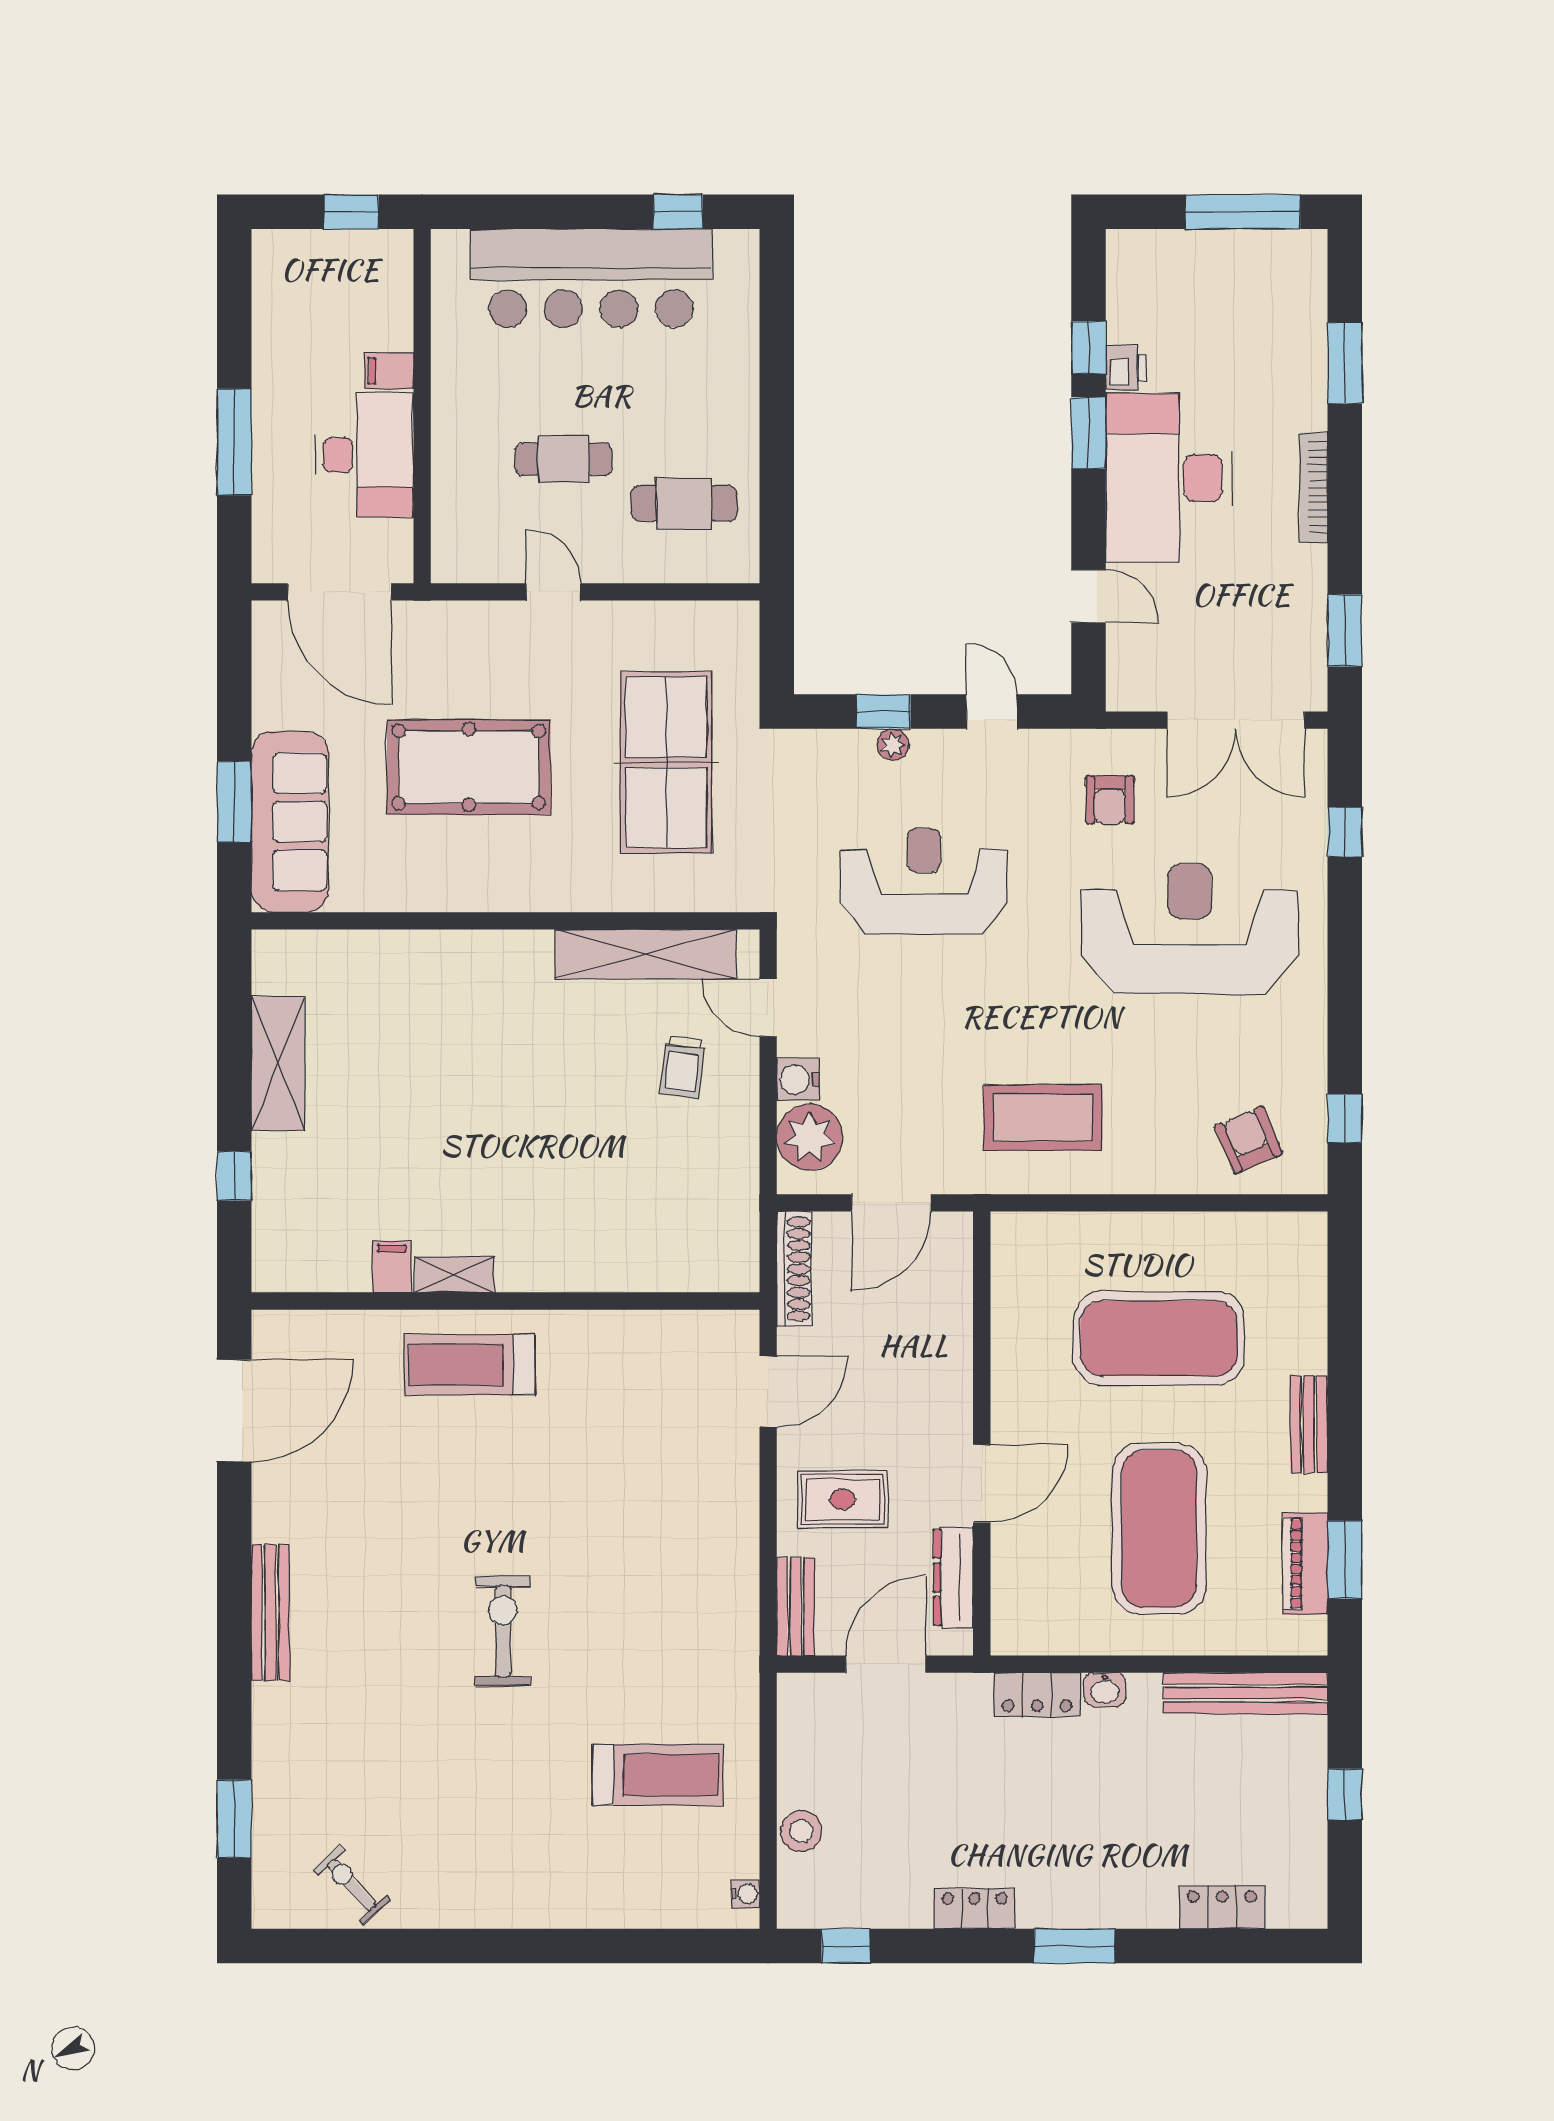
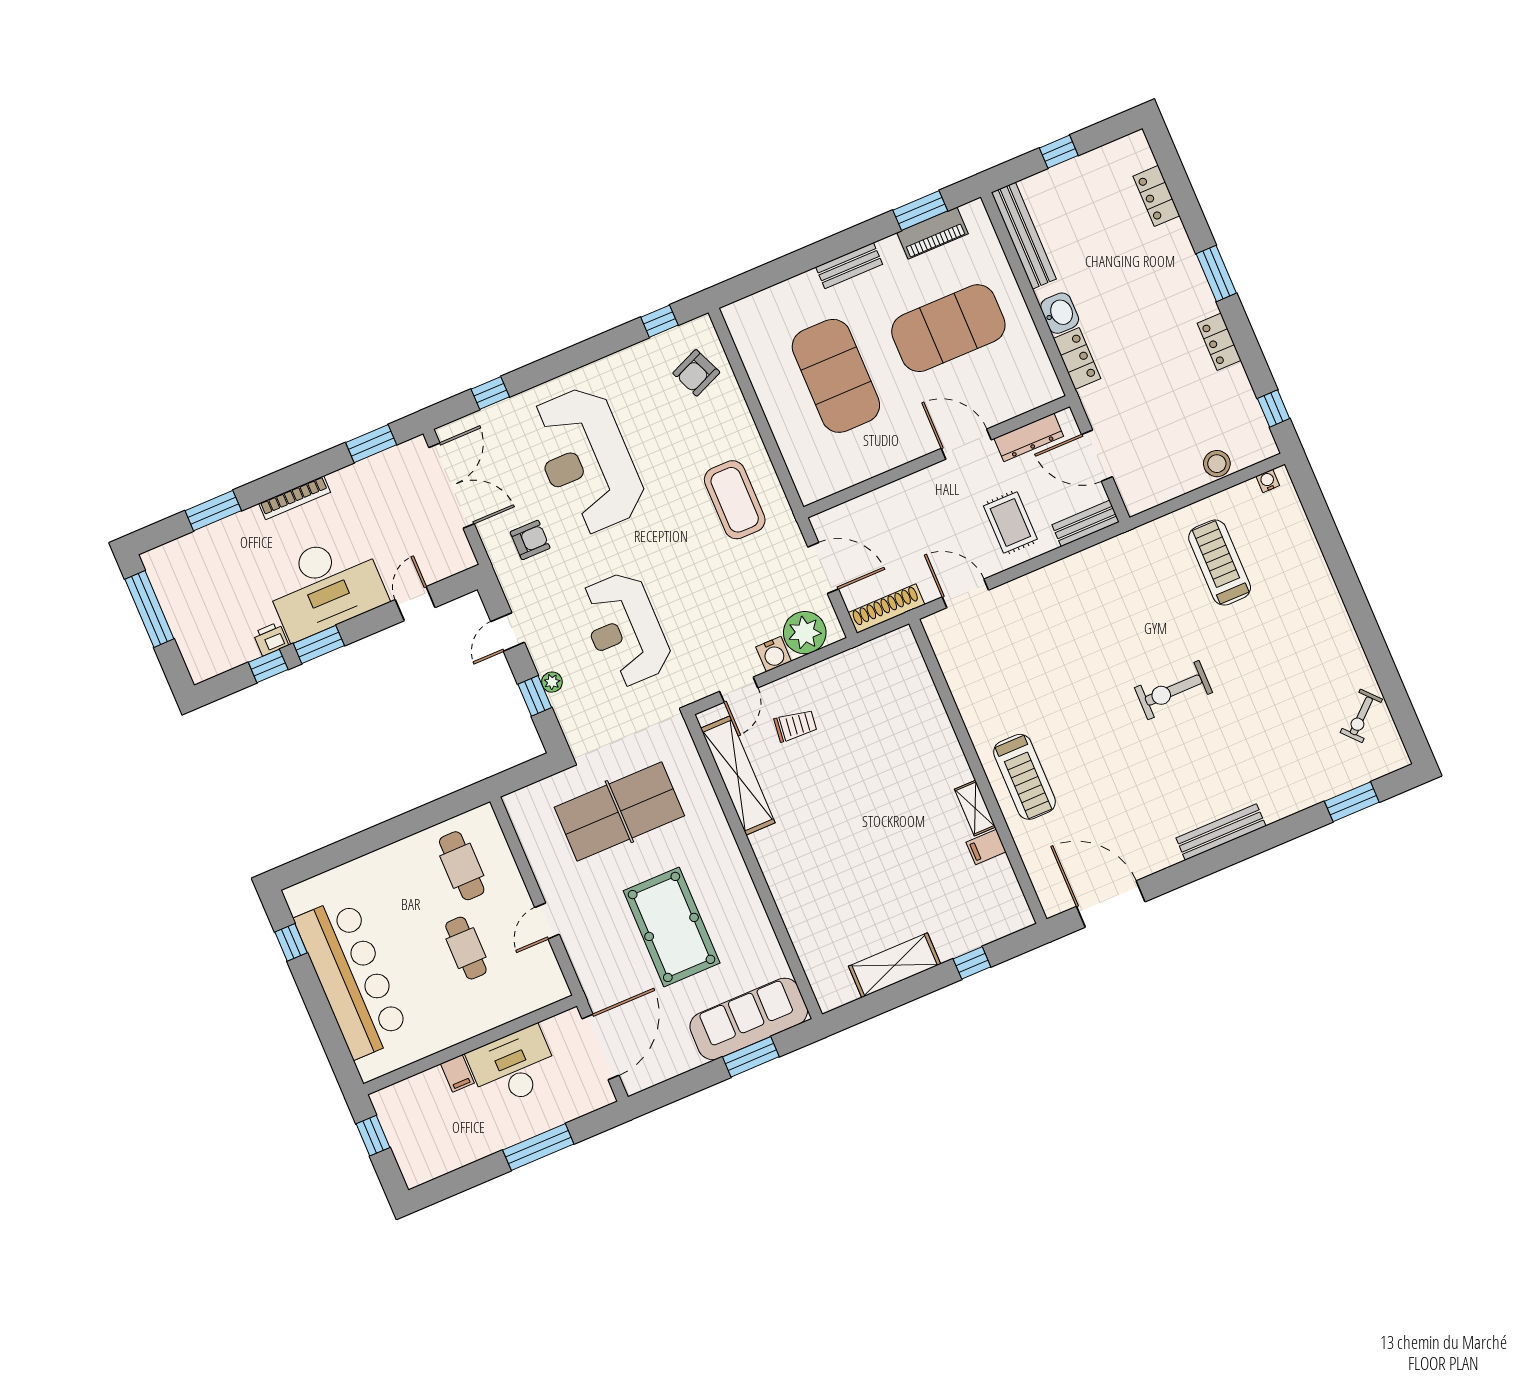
washbasin: (1105, 1690) -> (1060, 313), width x1.38, depth x1.45

